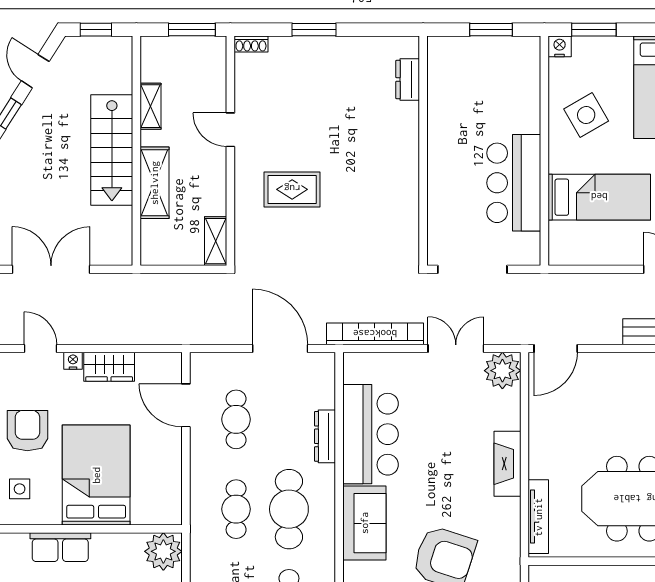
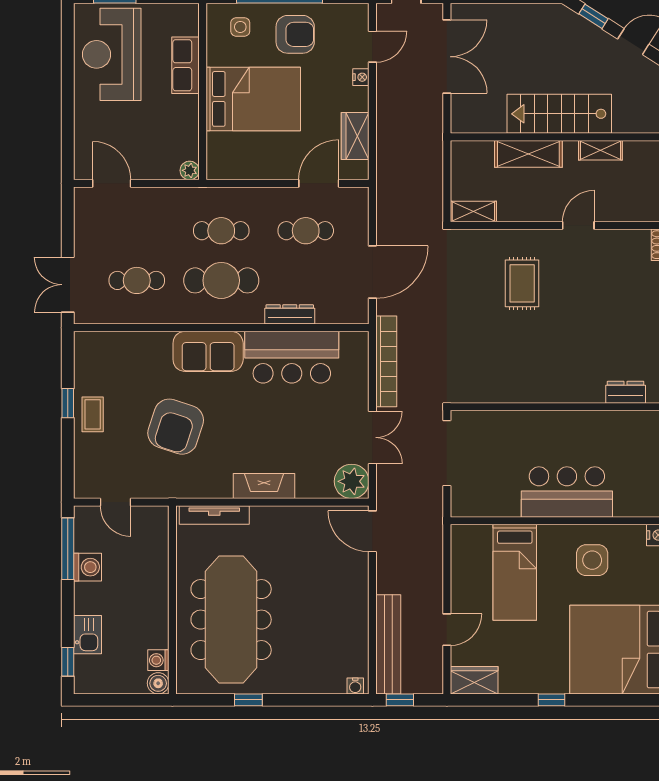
side table: (586, 115) -> (592, 560), turned 30
bar counter: (514, 183) -> (567, 492), moved
wardrobe: (109, 367) -> (355, 136), moved
plant: (163, 551) -> (190, 170), width x0.53, depth x0.53

